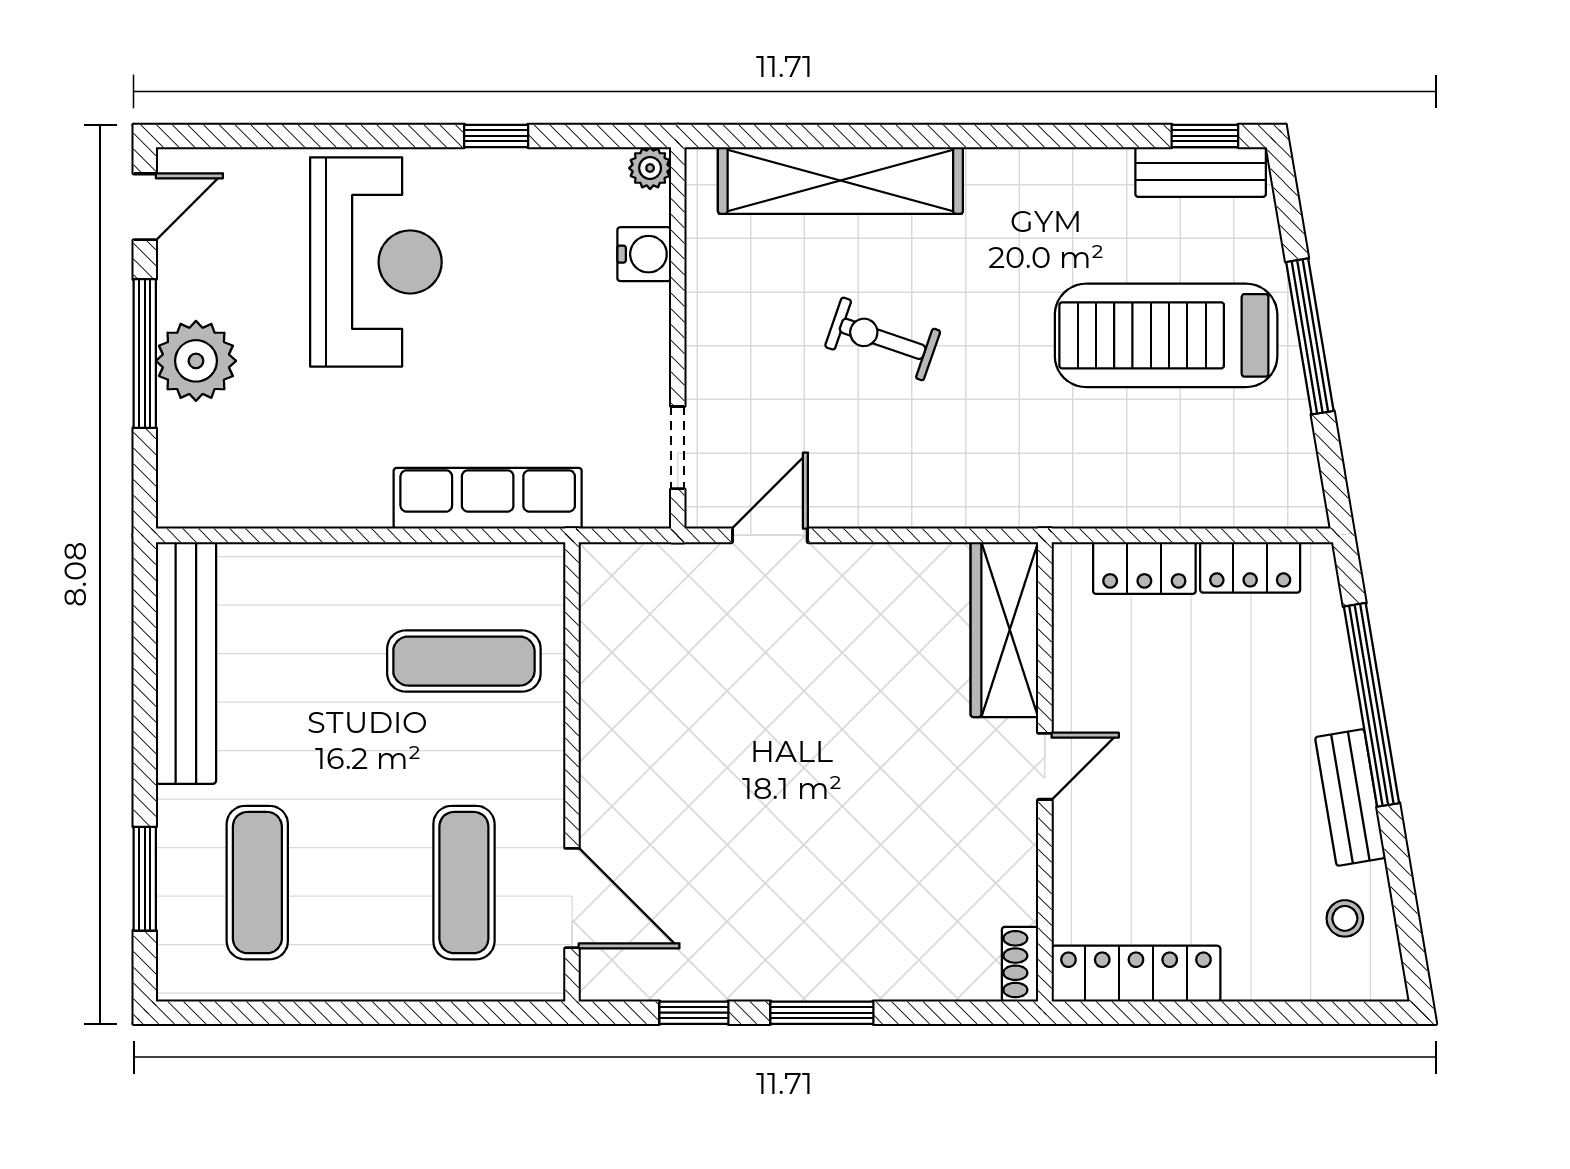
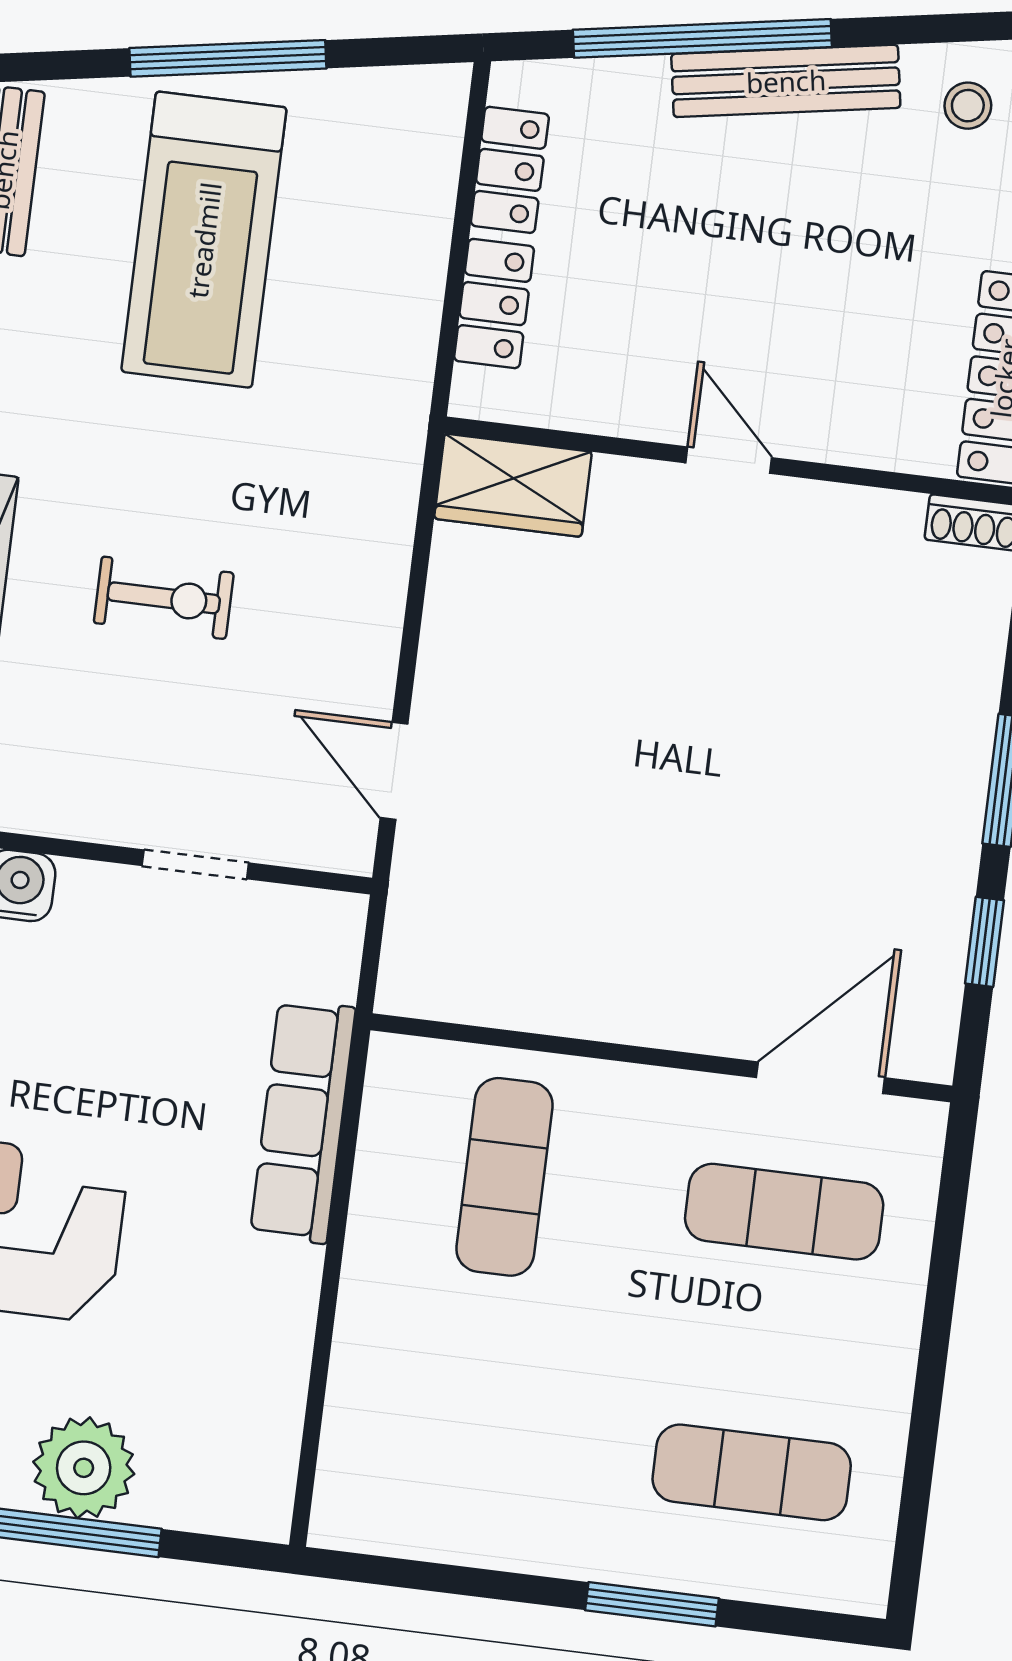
exercise bike: (883, 339) -> (164, 598), turned -109
doorway: (678, 448) -> (195, 864), moved
wardrobe: (1004, 630) -> (513, 485), width x0.67
bench: (186, 663) -> (463, 1528), removed
bench: (1350, 797) -> (786, 81), width x1.36
window: (145, 879) -> (652, 1604), moved

